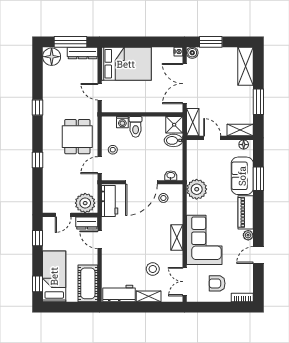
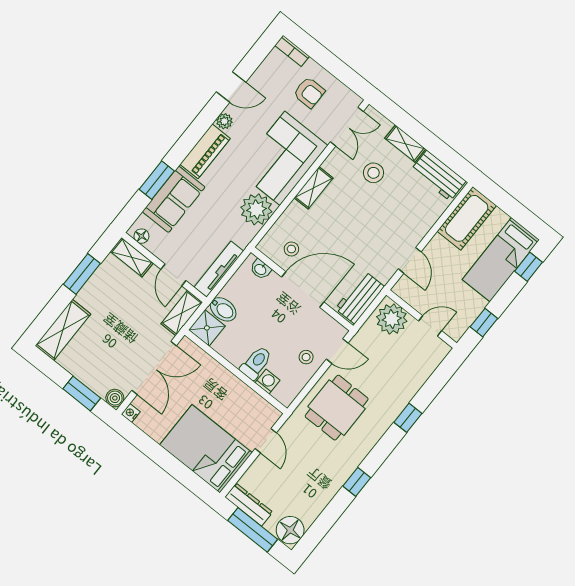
tv unit: (192, 159) -> (219, 269), added
plant: (197, 189) -> (256, 209), moved
dresser: (87, 223) -> (409, 293), removed

